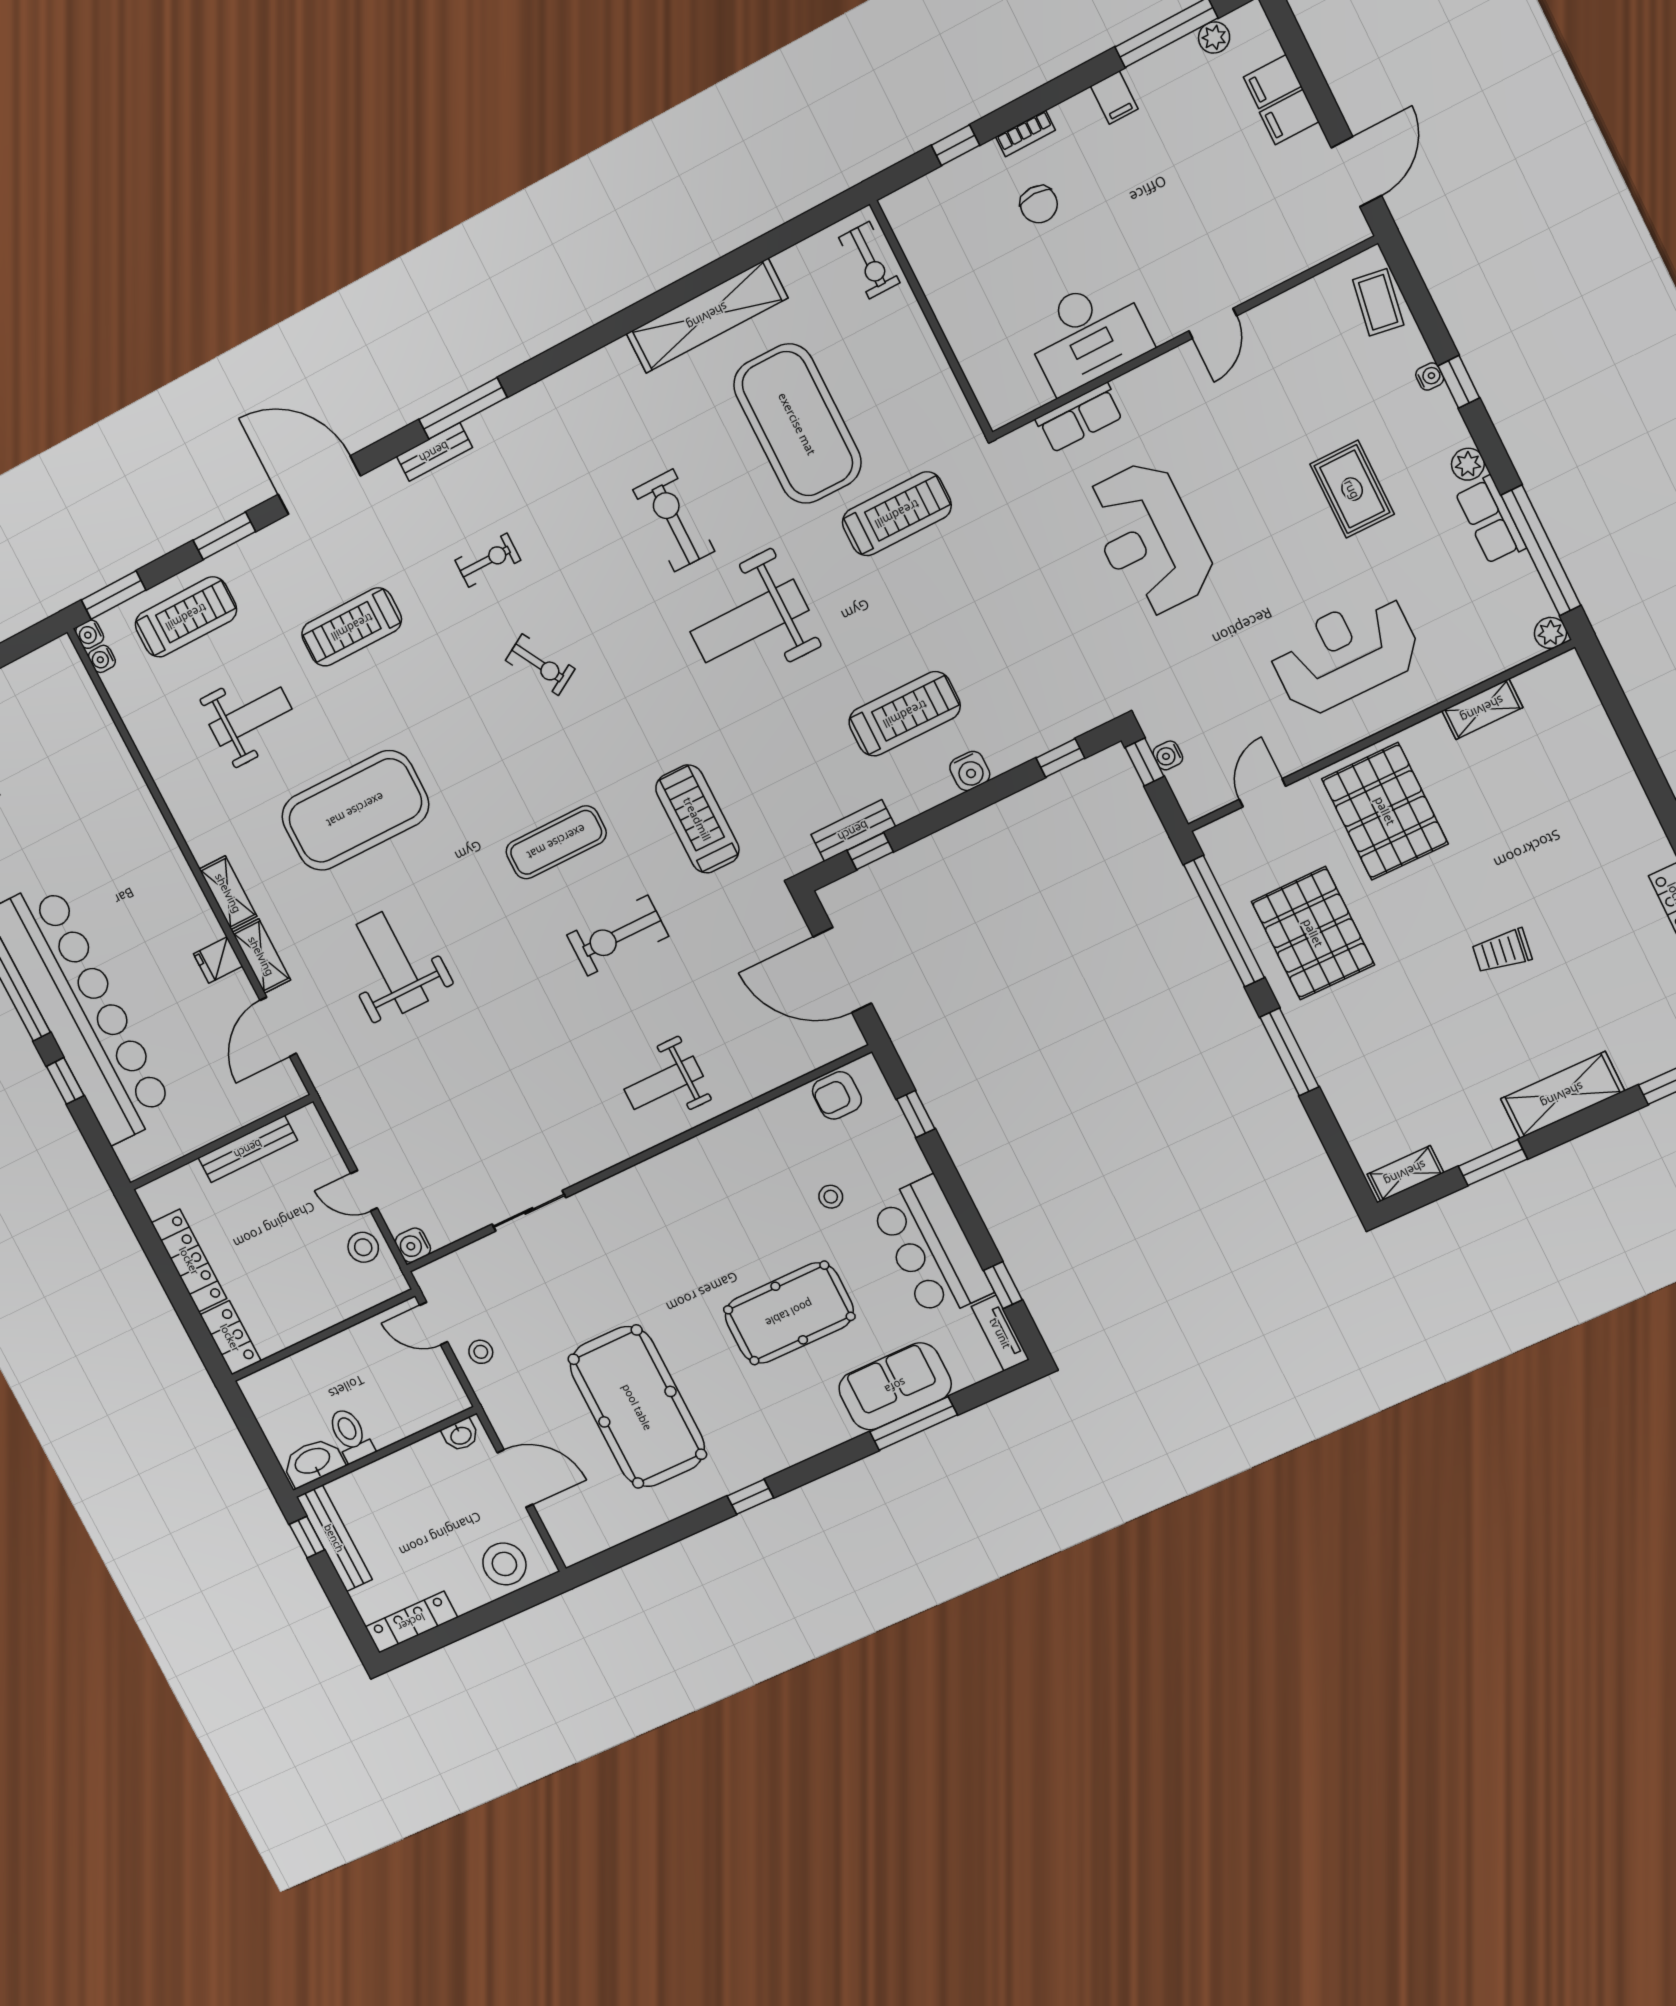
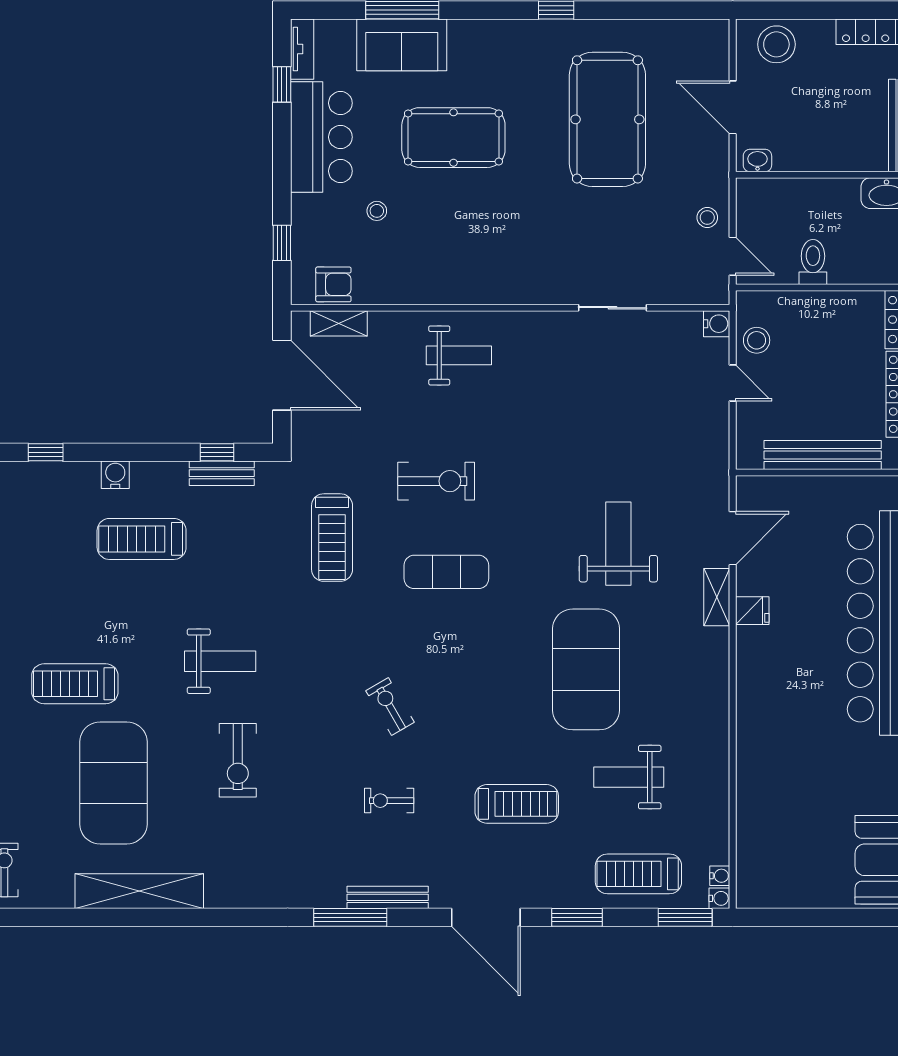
bench: (434, 452) -> (388, 897), width x1.36
weight bench: (749, 621) -> (220, 661), width x0.73, depth x0.75
exercise mat: (355, 810) -> (586, 669), turned 90
shelving: (228, 893) -> (339, 323), moved, turned 90
weight bench: (392, 963) -> (618, 544), turned 180
bench: (248, 1149) -> (823, 455), width x1.37, depth x1.21
toilet: (350, 1435) -> (813, 262), moved, turned 180

